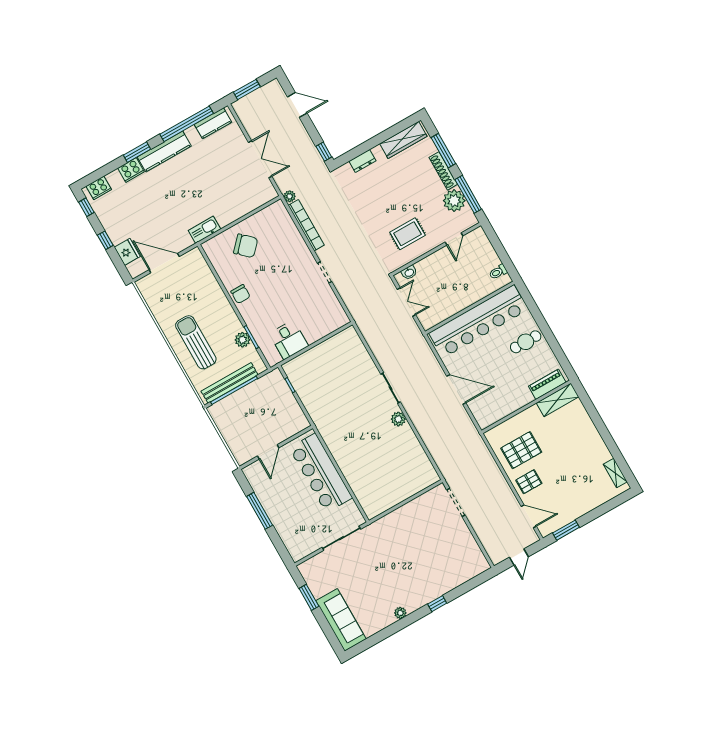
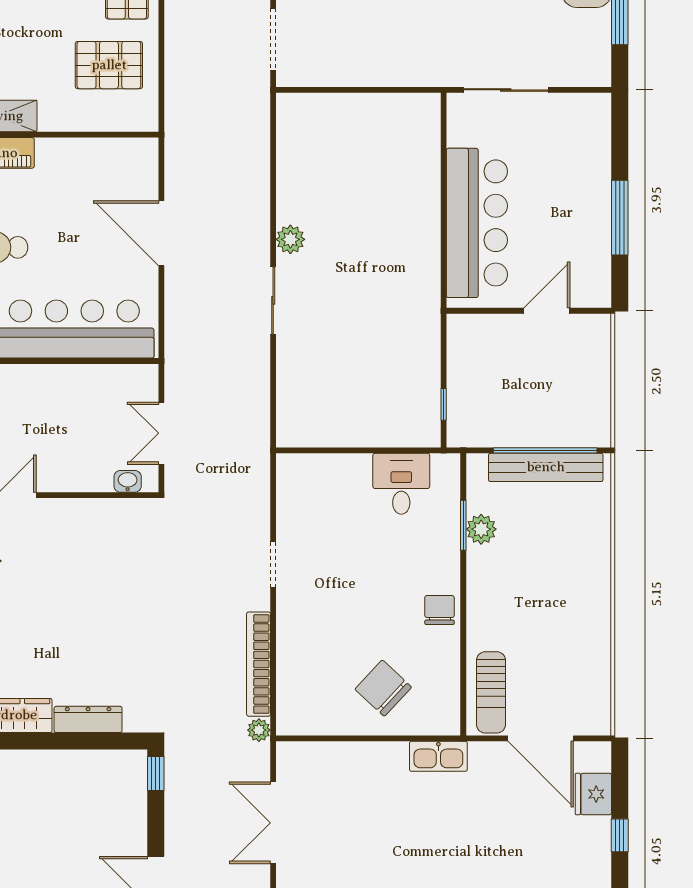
dresser: (362, 161) -> (88, 719), width x1.44
rug: (408, 234) -> (92, 550), removed
sun lounger: (196, 342) -> (491, 692), moved, width x0.73, depth x0.75

